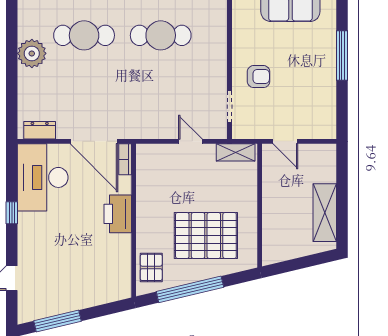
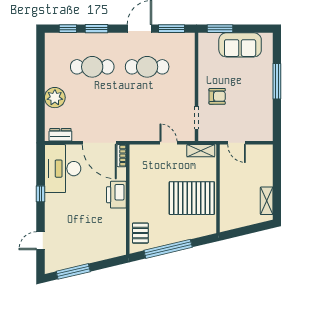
plant: (32, 53) -> (55, 98), moved
shelving: (325, 213) -> (267, 201), width x0.67, depth x0.75
pallet: (206, 235) -> (192, 198), moved

